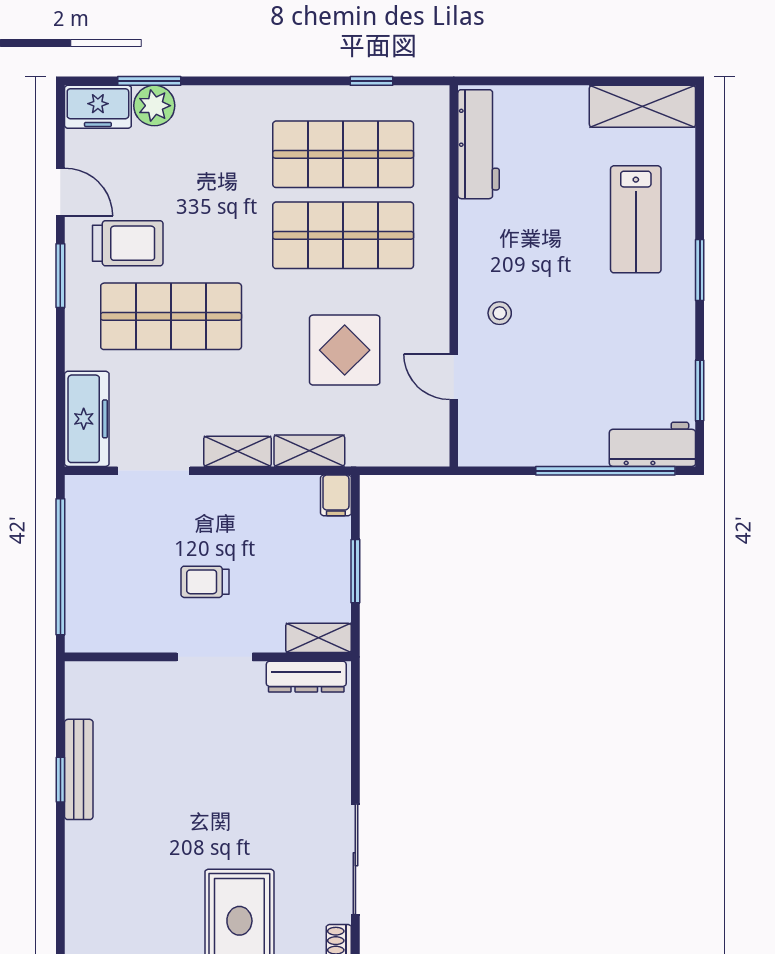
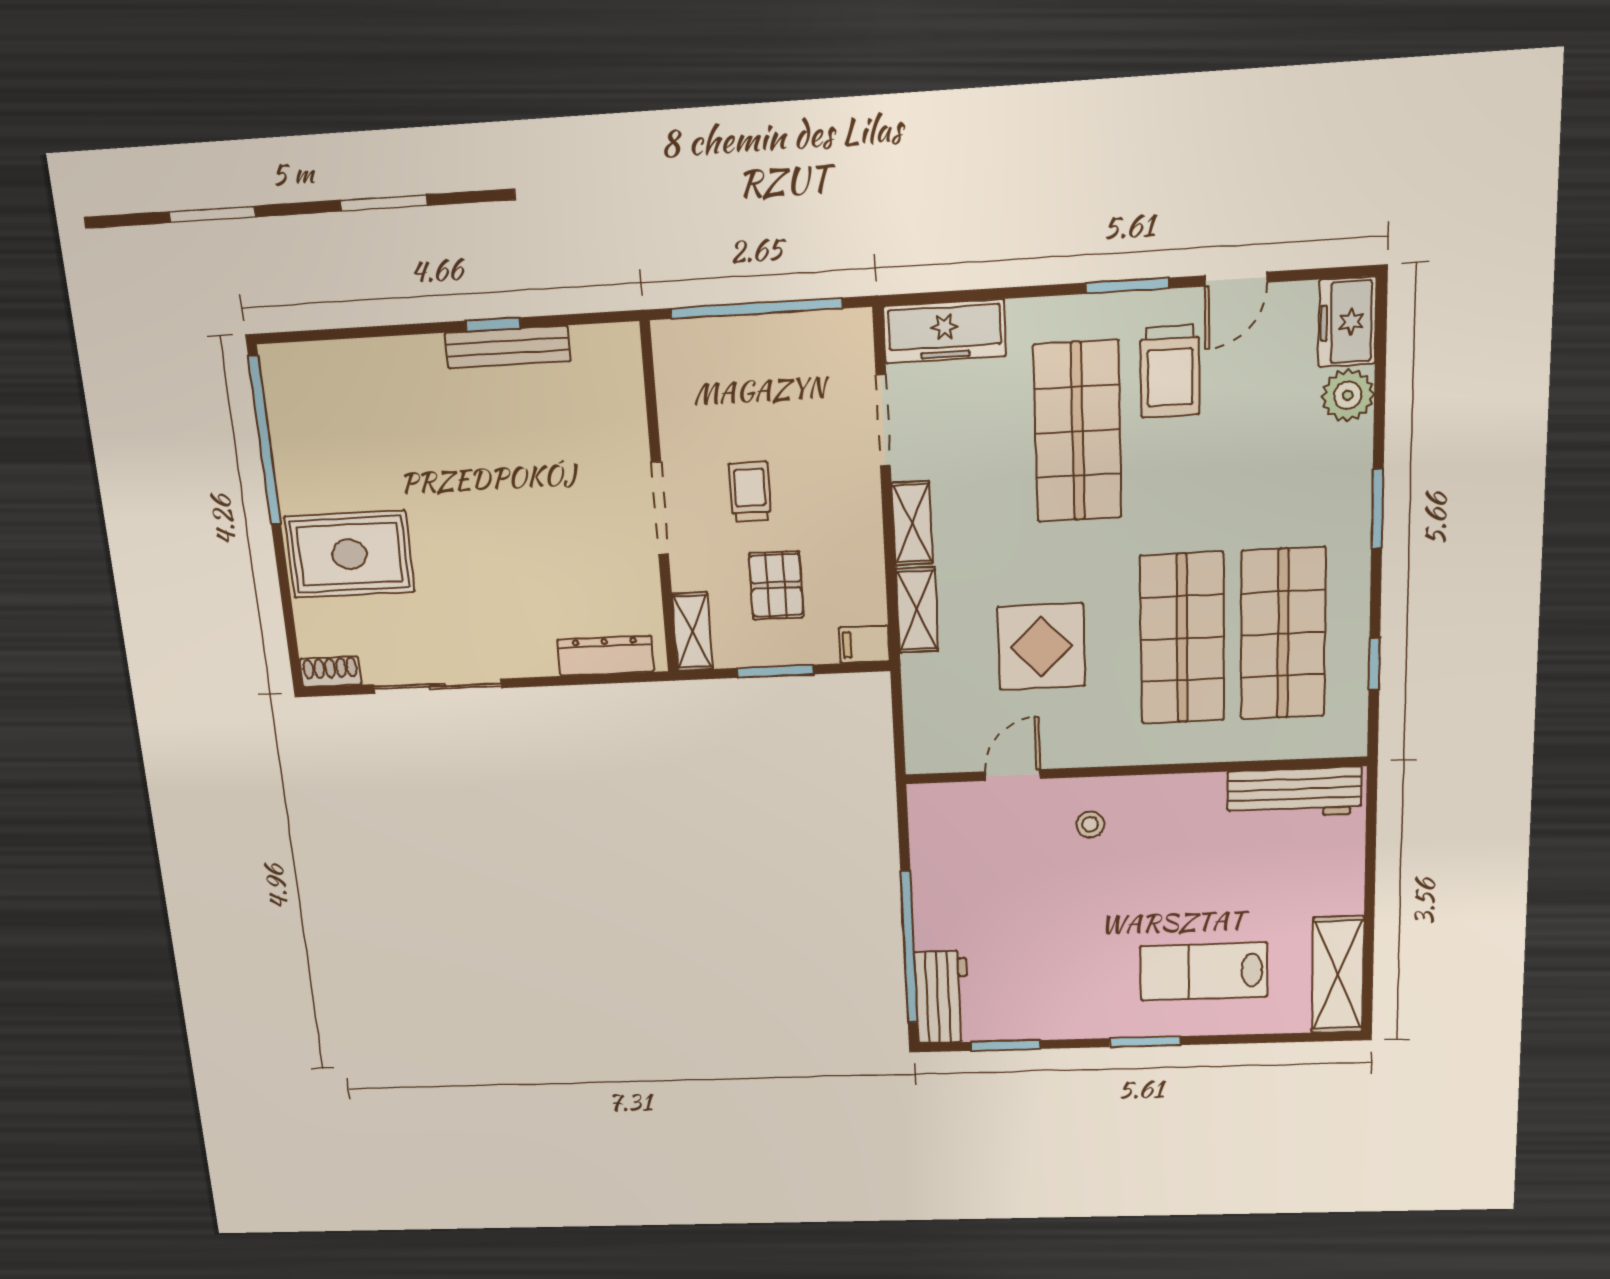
window: (149, 81) -> (1377, 509), moved
pallet: (283, 565) -> (776, 585), added
dresser: (306, 677) -> (606, 656), moved, turned 90

